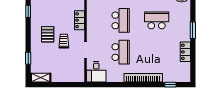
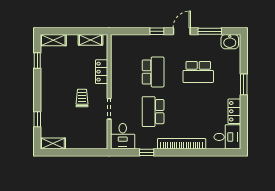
school desk: (157, 20) -> (198, 72), turned 180
pallet: (48, 34) -> (62, 89), removed
school desk: (121, 52) -> (153, 112), turned 180
desk: (180, 72) -> (227, 137), added
window: (170, 85) -> (147, 152), moved

